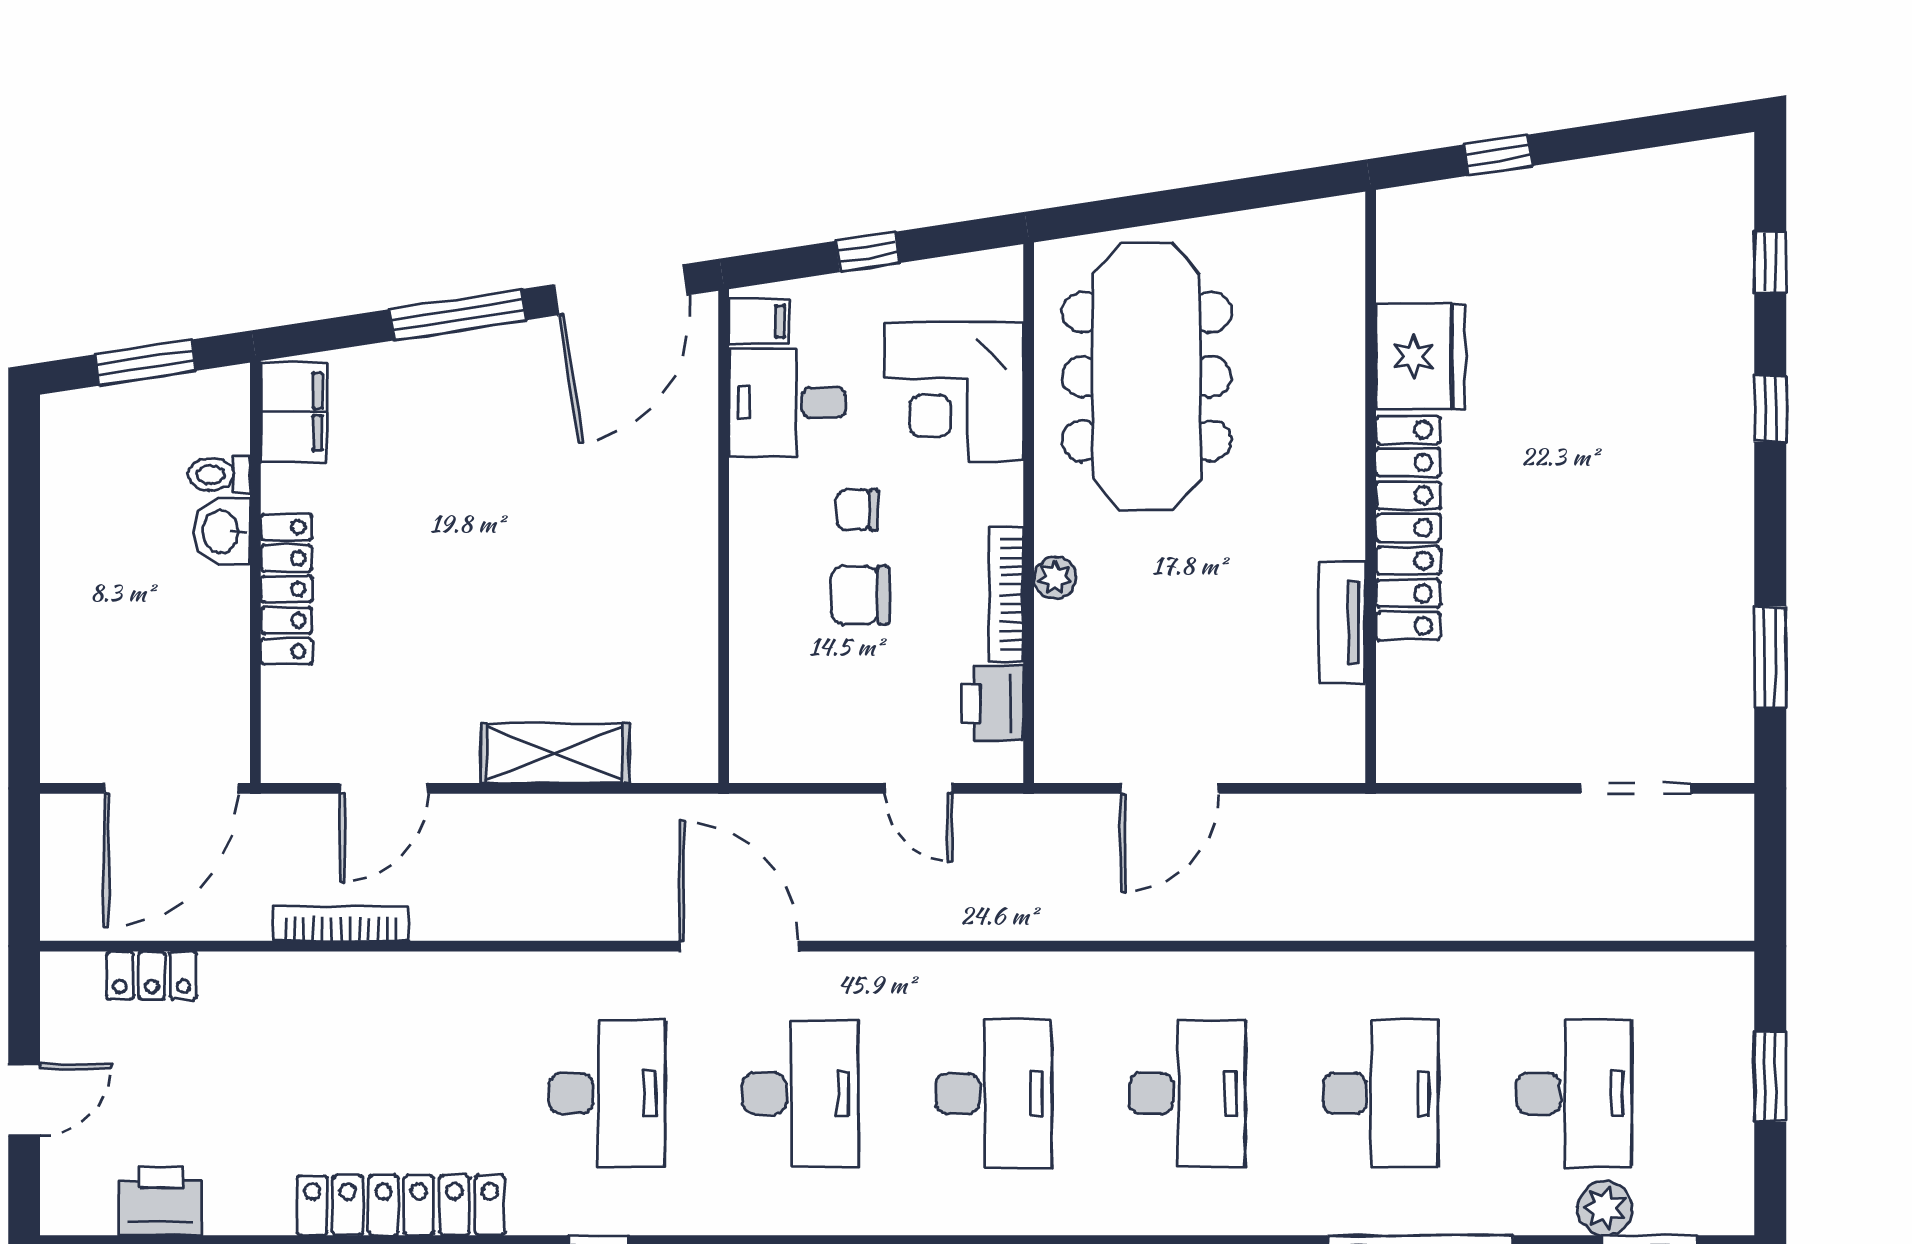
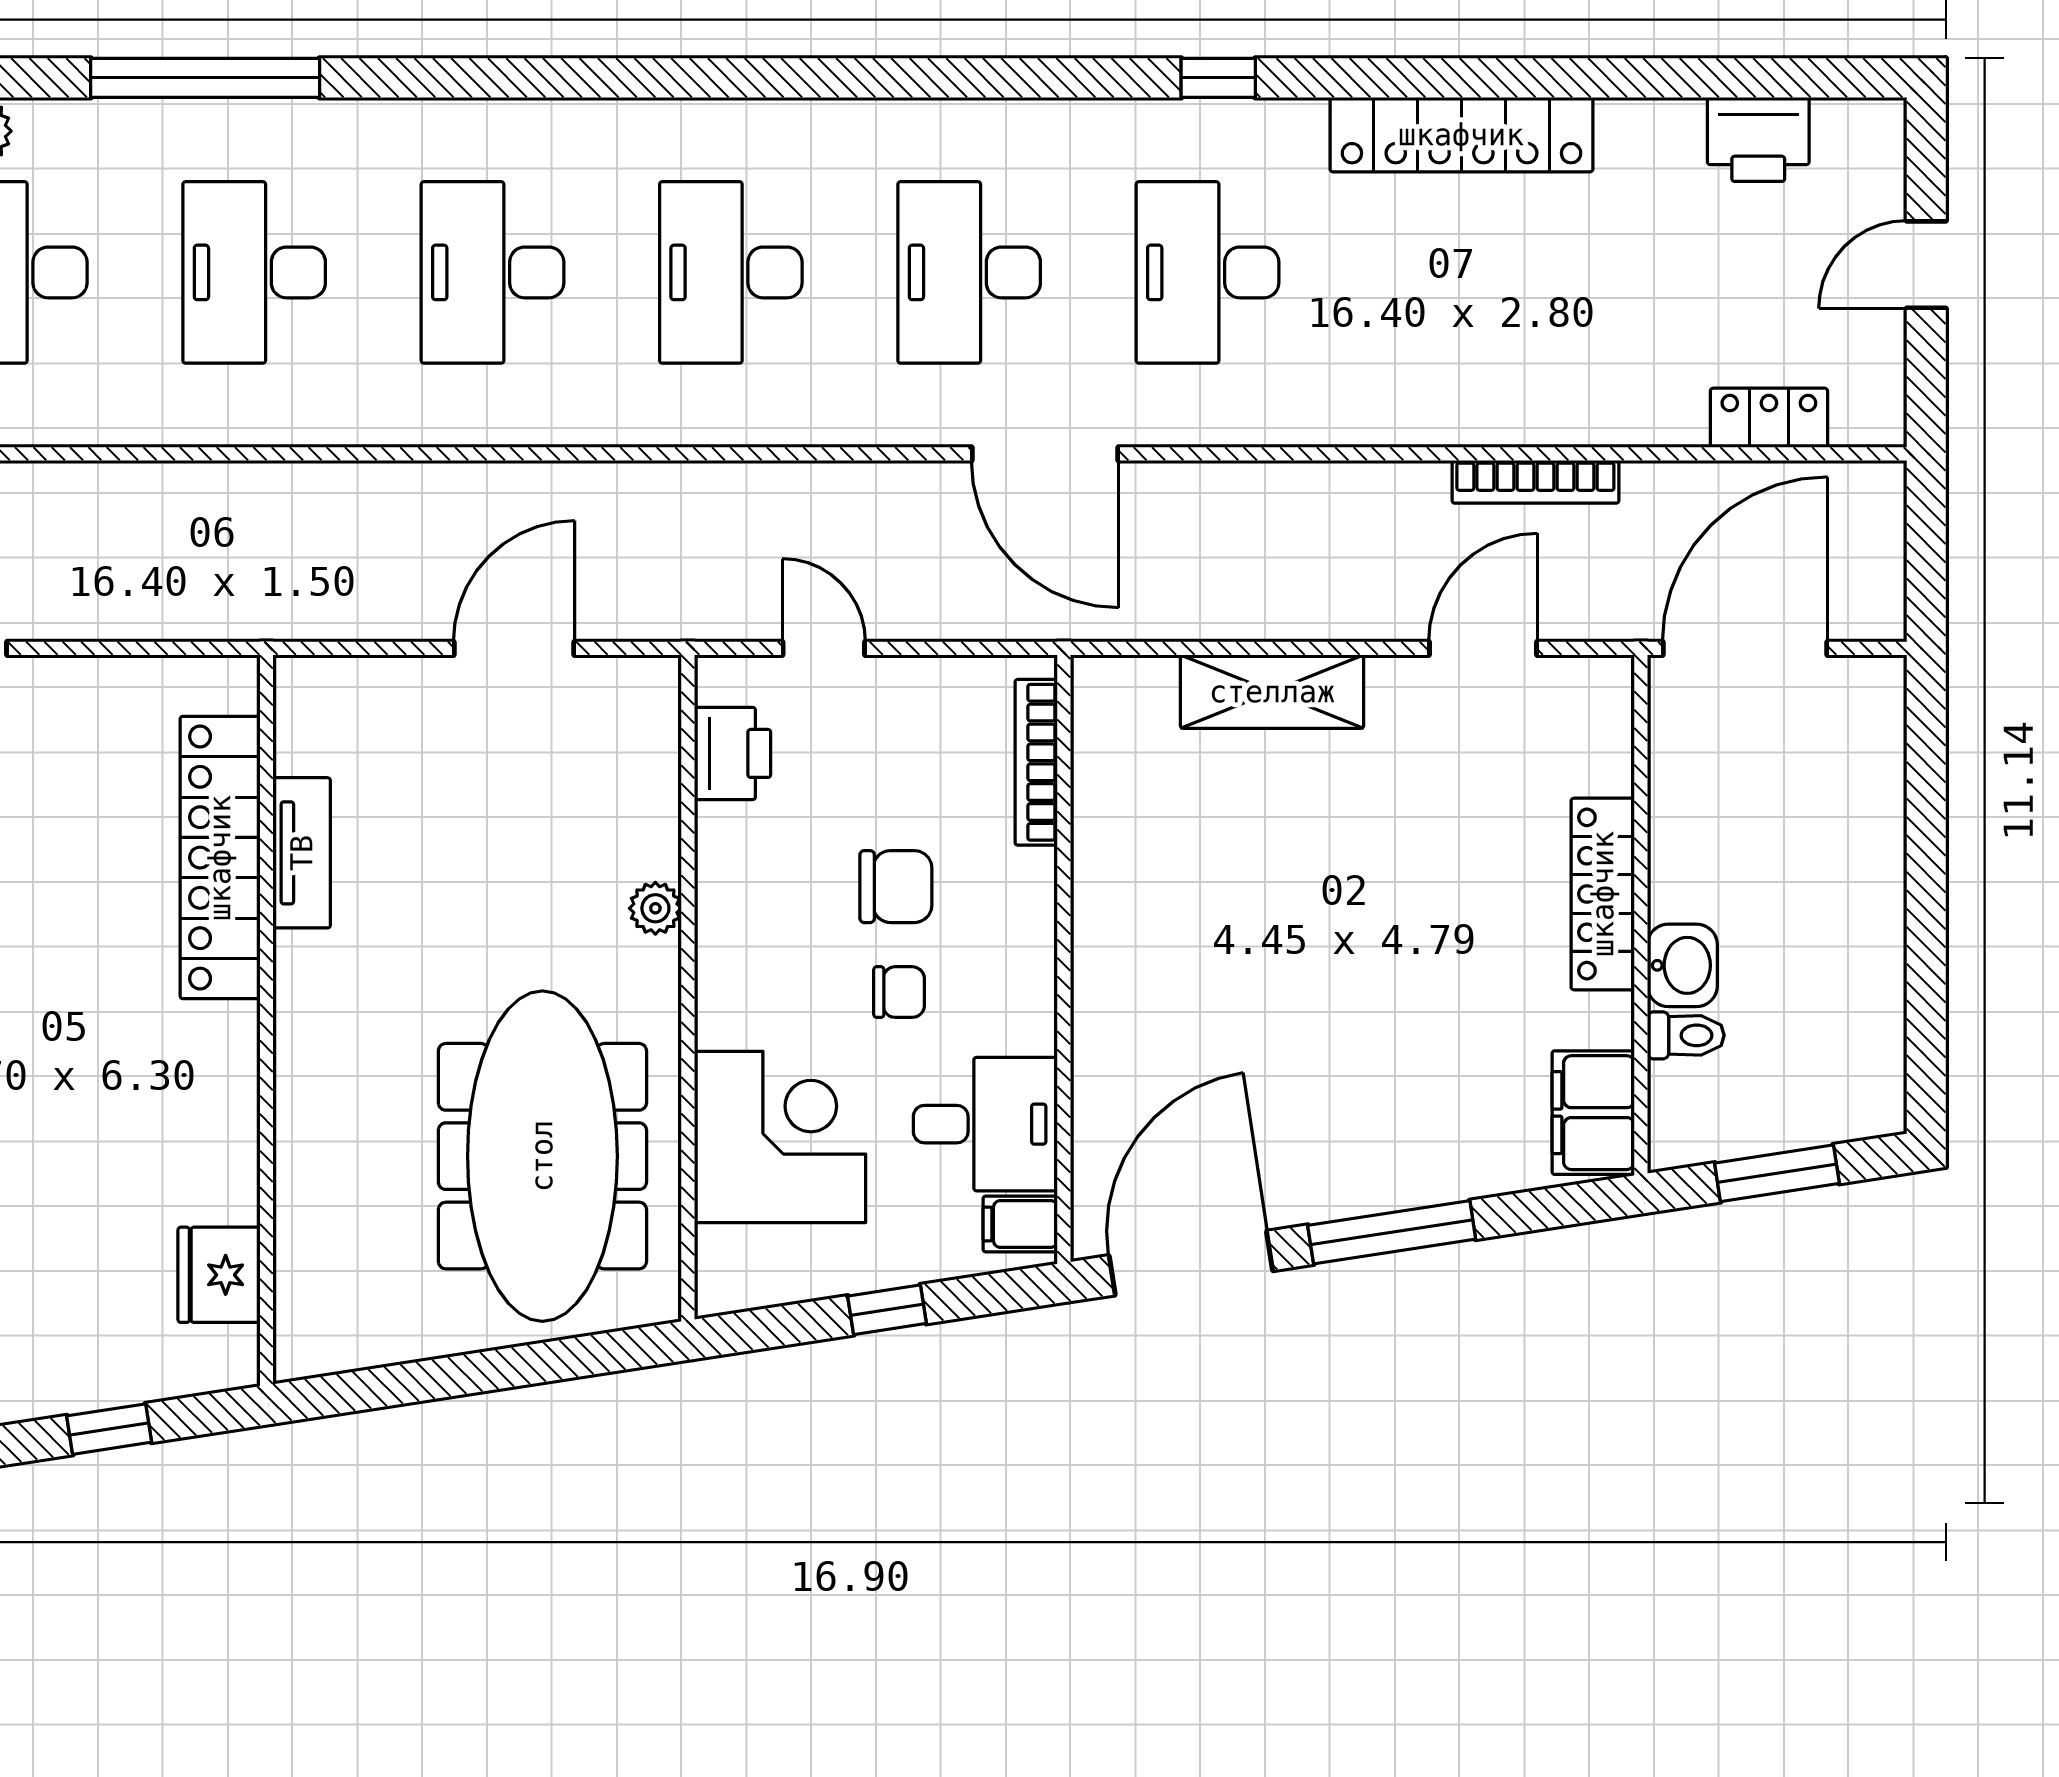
fridge: (1420, 357) -> (219, 1275), moved, width x0.73, depth x0.75
locker: (1408, 528) -> (220, 858), moved
bookcase: (1006, 594) -> (1036, 762), moved, turned 180

